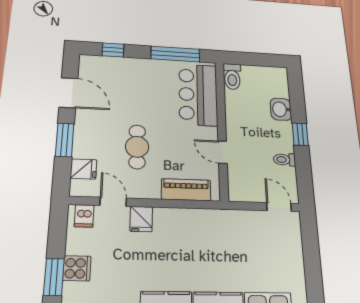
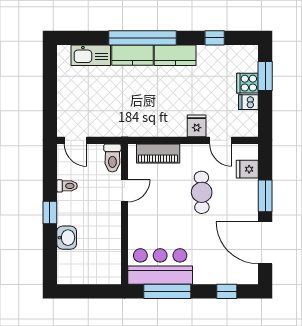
toilet: (232, 76) -> (112, 158), moved, turned 180
door: (68, 93) -> (265, 243), width x1.36
bar counter: (198, 95) -> (160, 267), moved, turned -90
door: (223, 152) -> (124, 191), hinge flipped
dishwasher: (84, 216) -> (248, 102), moved, turned -90

